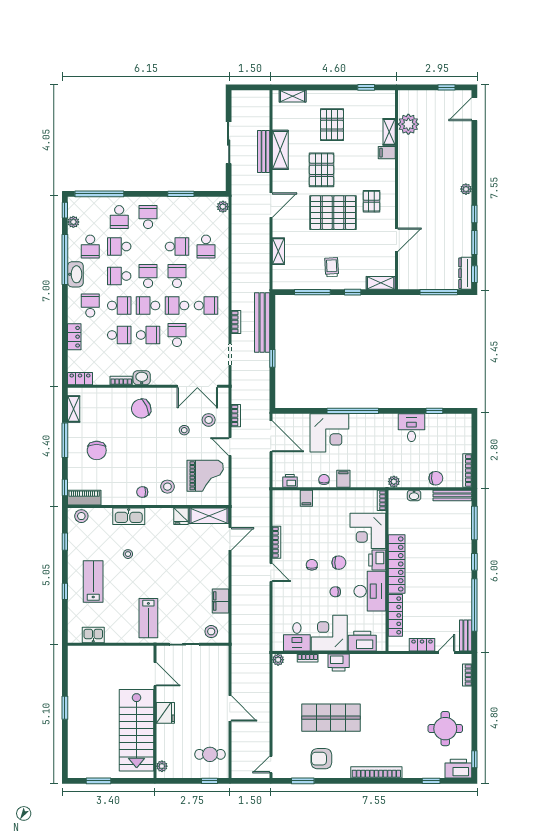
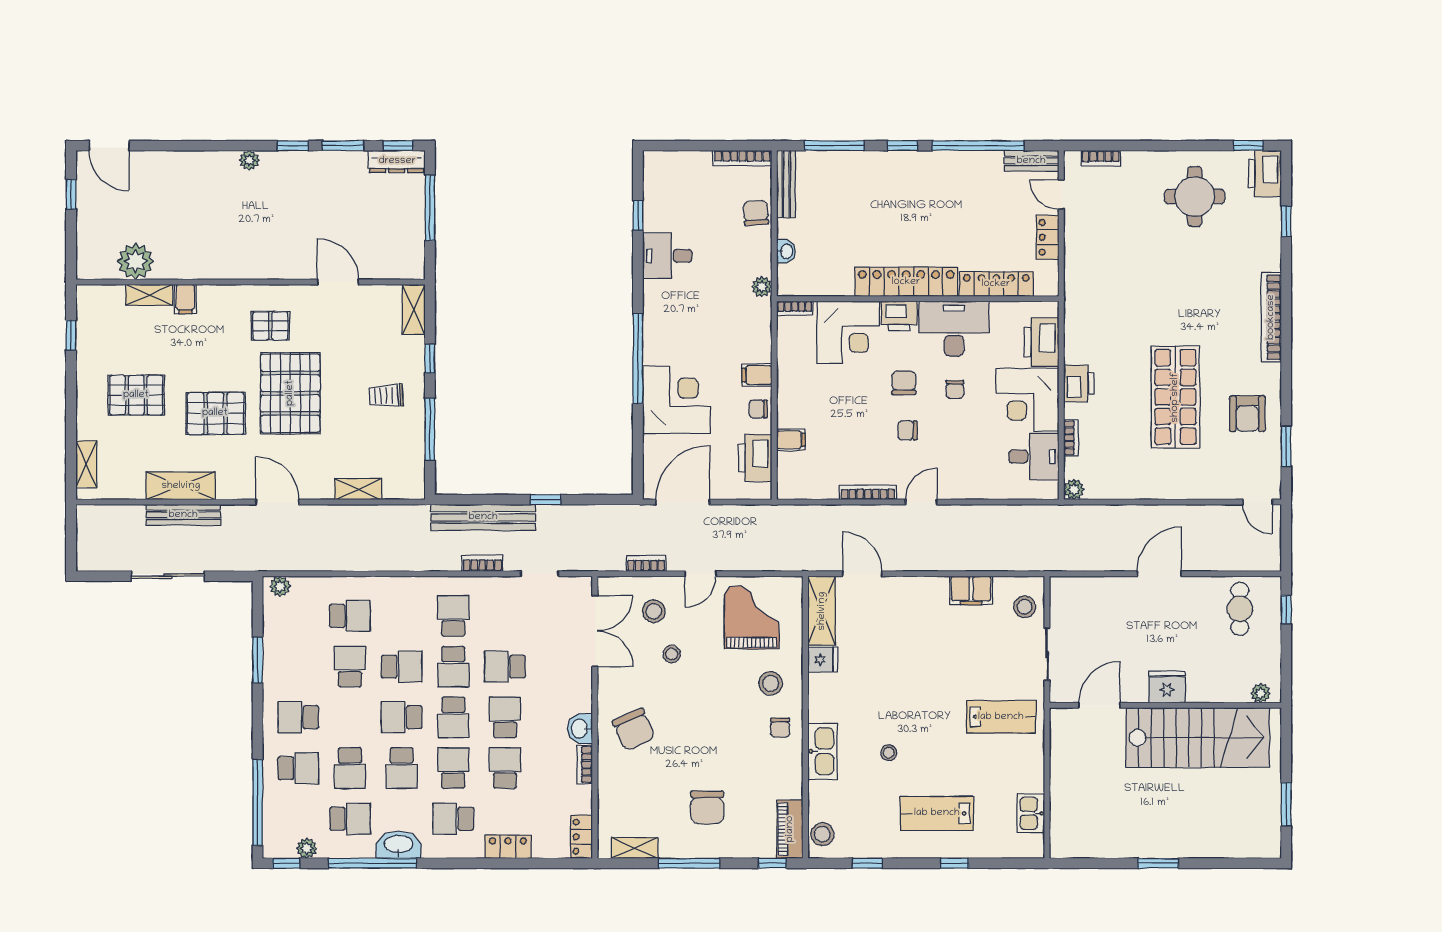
school desk: (177, 276) -> (402, 667), turned 180
chair: (97, 450) -> (707, 807), turned 90
printer: (290, 481) -> (755, 458), width x1.87, depth x1.48

